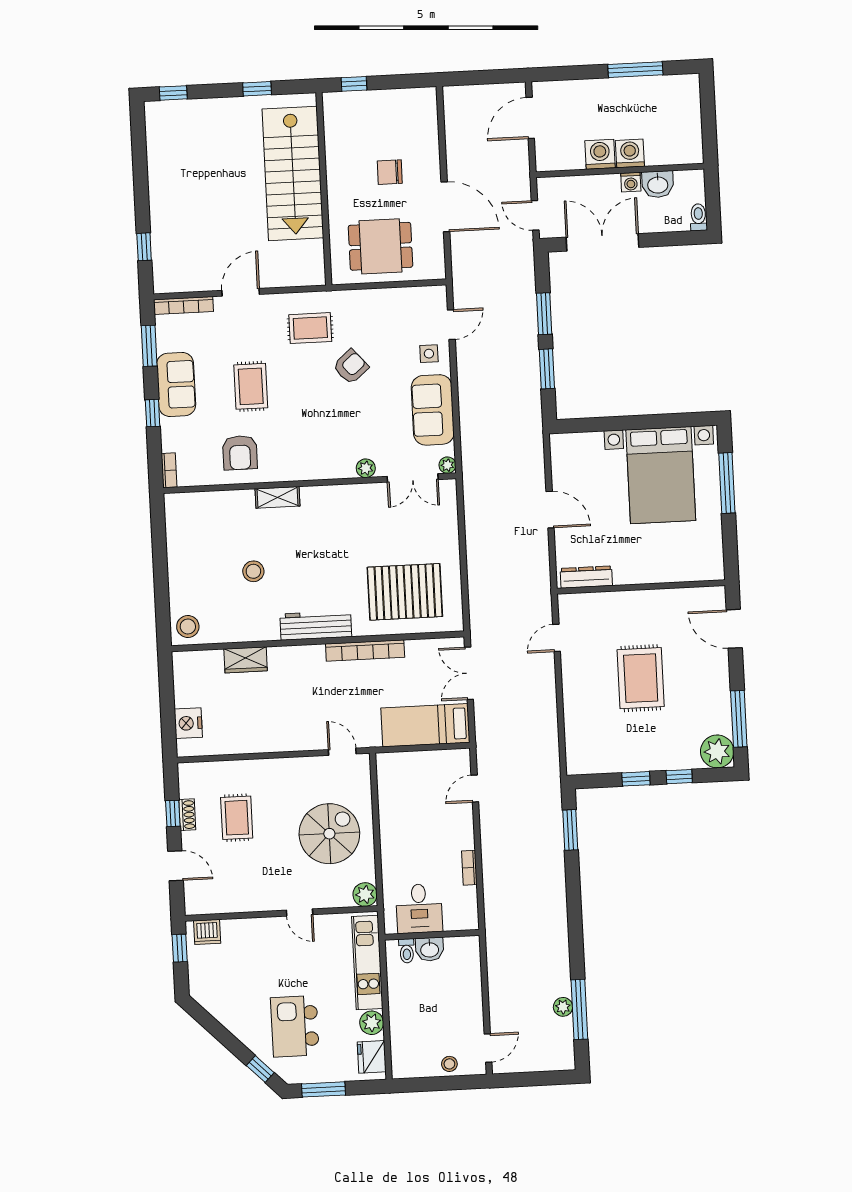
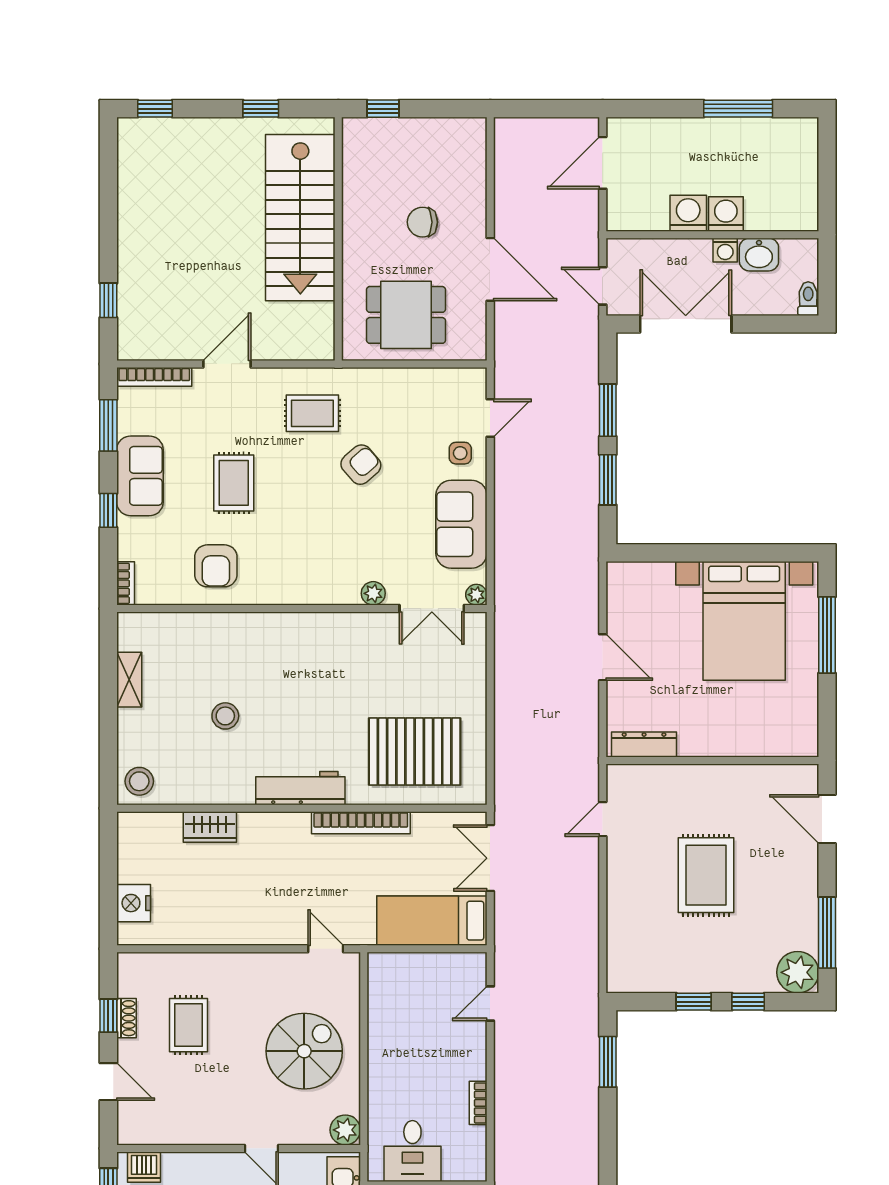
shelving: (277, 497) -> (129, 680), moved, turned 90

